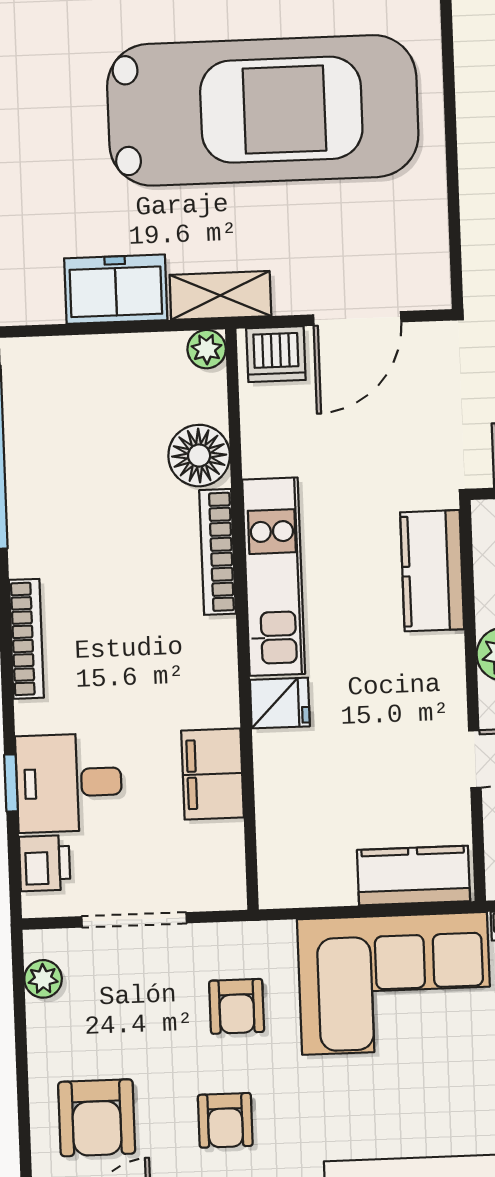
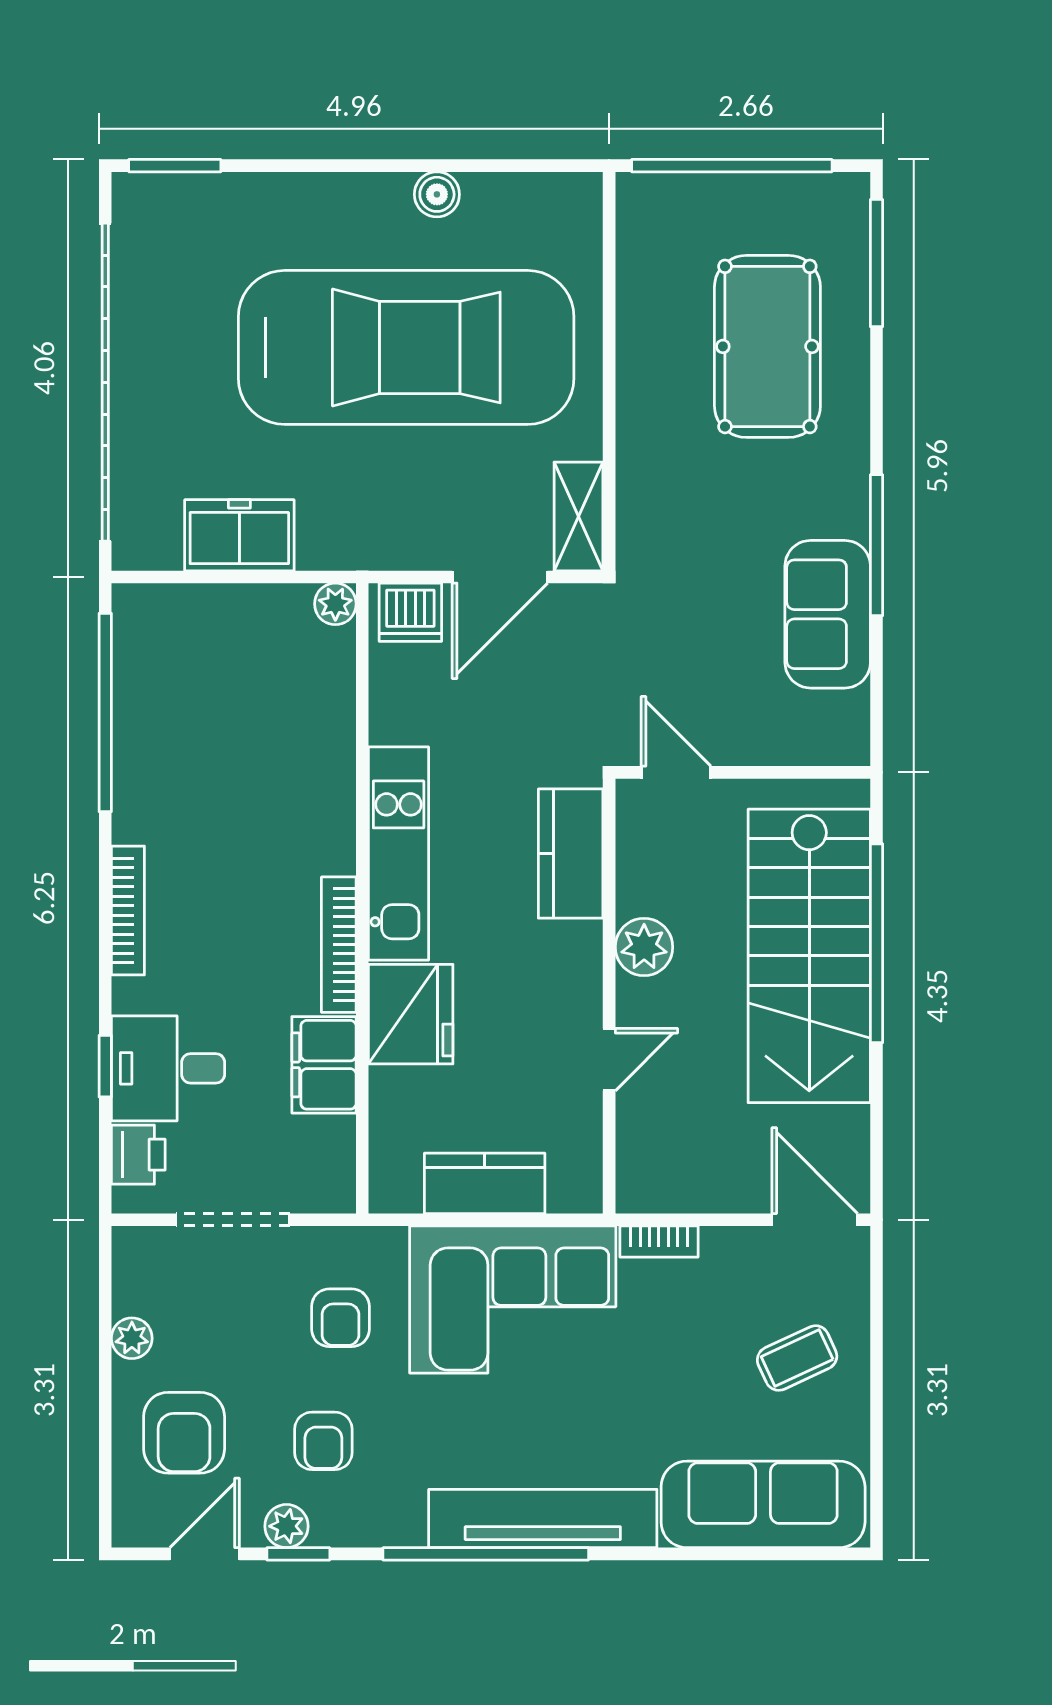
shelving: (220, 295) -> (578, 516), moved, turned 90
floor lamp: (199, 456) -> (323, 719), removed
bookcase: (218, 552) -> (339, 945), moved
fridge: (280, 703) -> (411, 1014), width x1.88, depth x1.34
kitchen counter: (414, 876) -> (485, 1183), moved
plant: (43, 979) -> (132, 1338), moved

